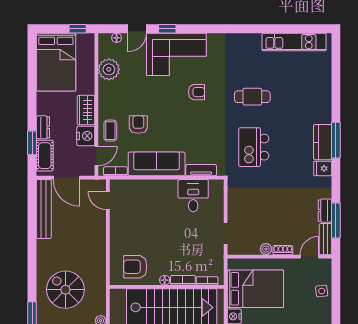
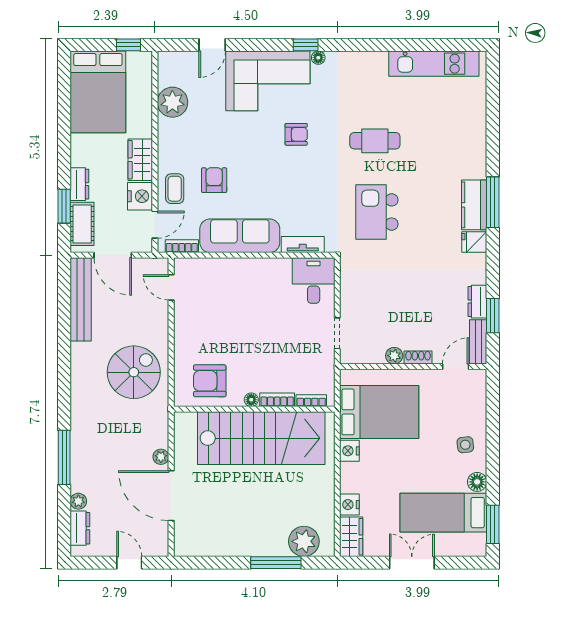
window: (167, 29) -> (306, 45), moved
floor lamp: (117, 38) -> (318, 58), moved
desk: (193, 196) -> (314, 280), moved
window: (336, 221) -> (493, 316), width x0.69
spiral stairs: (65, 290) -> (134, 372), moved, turned 90
side table: (322, 291) -> (465, 445), moved

